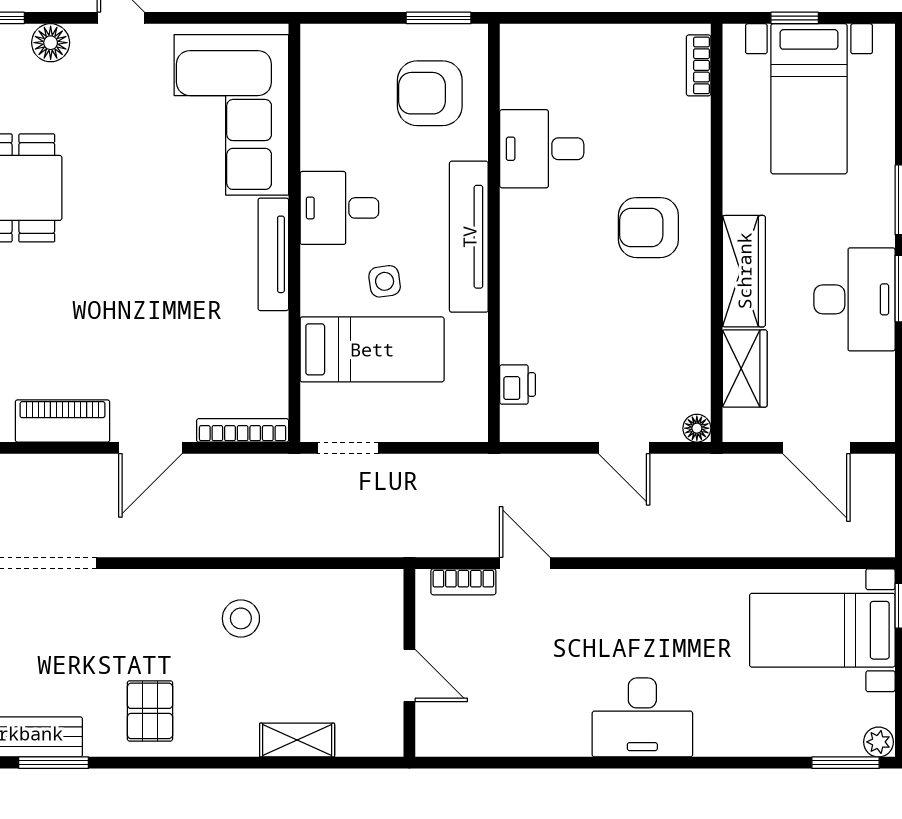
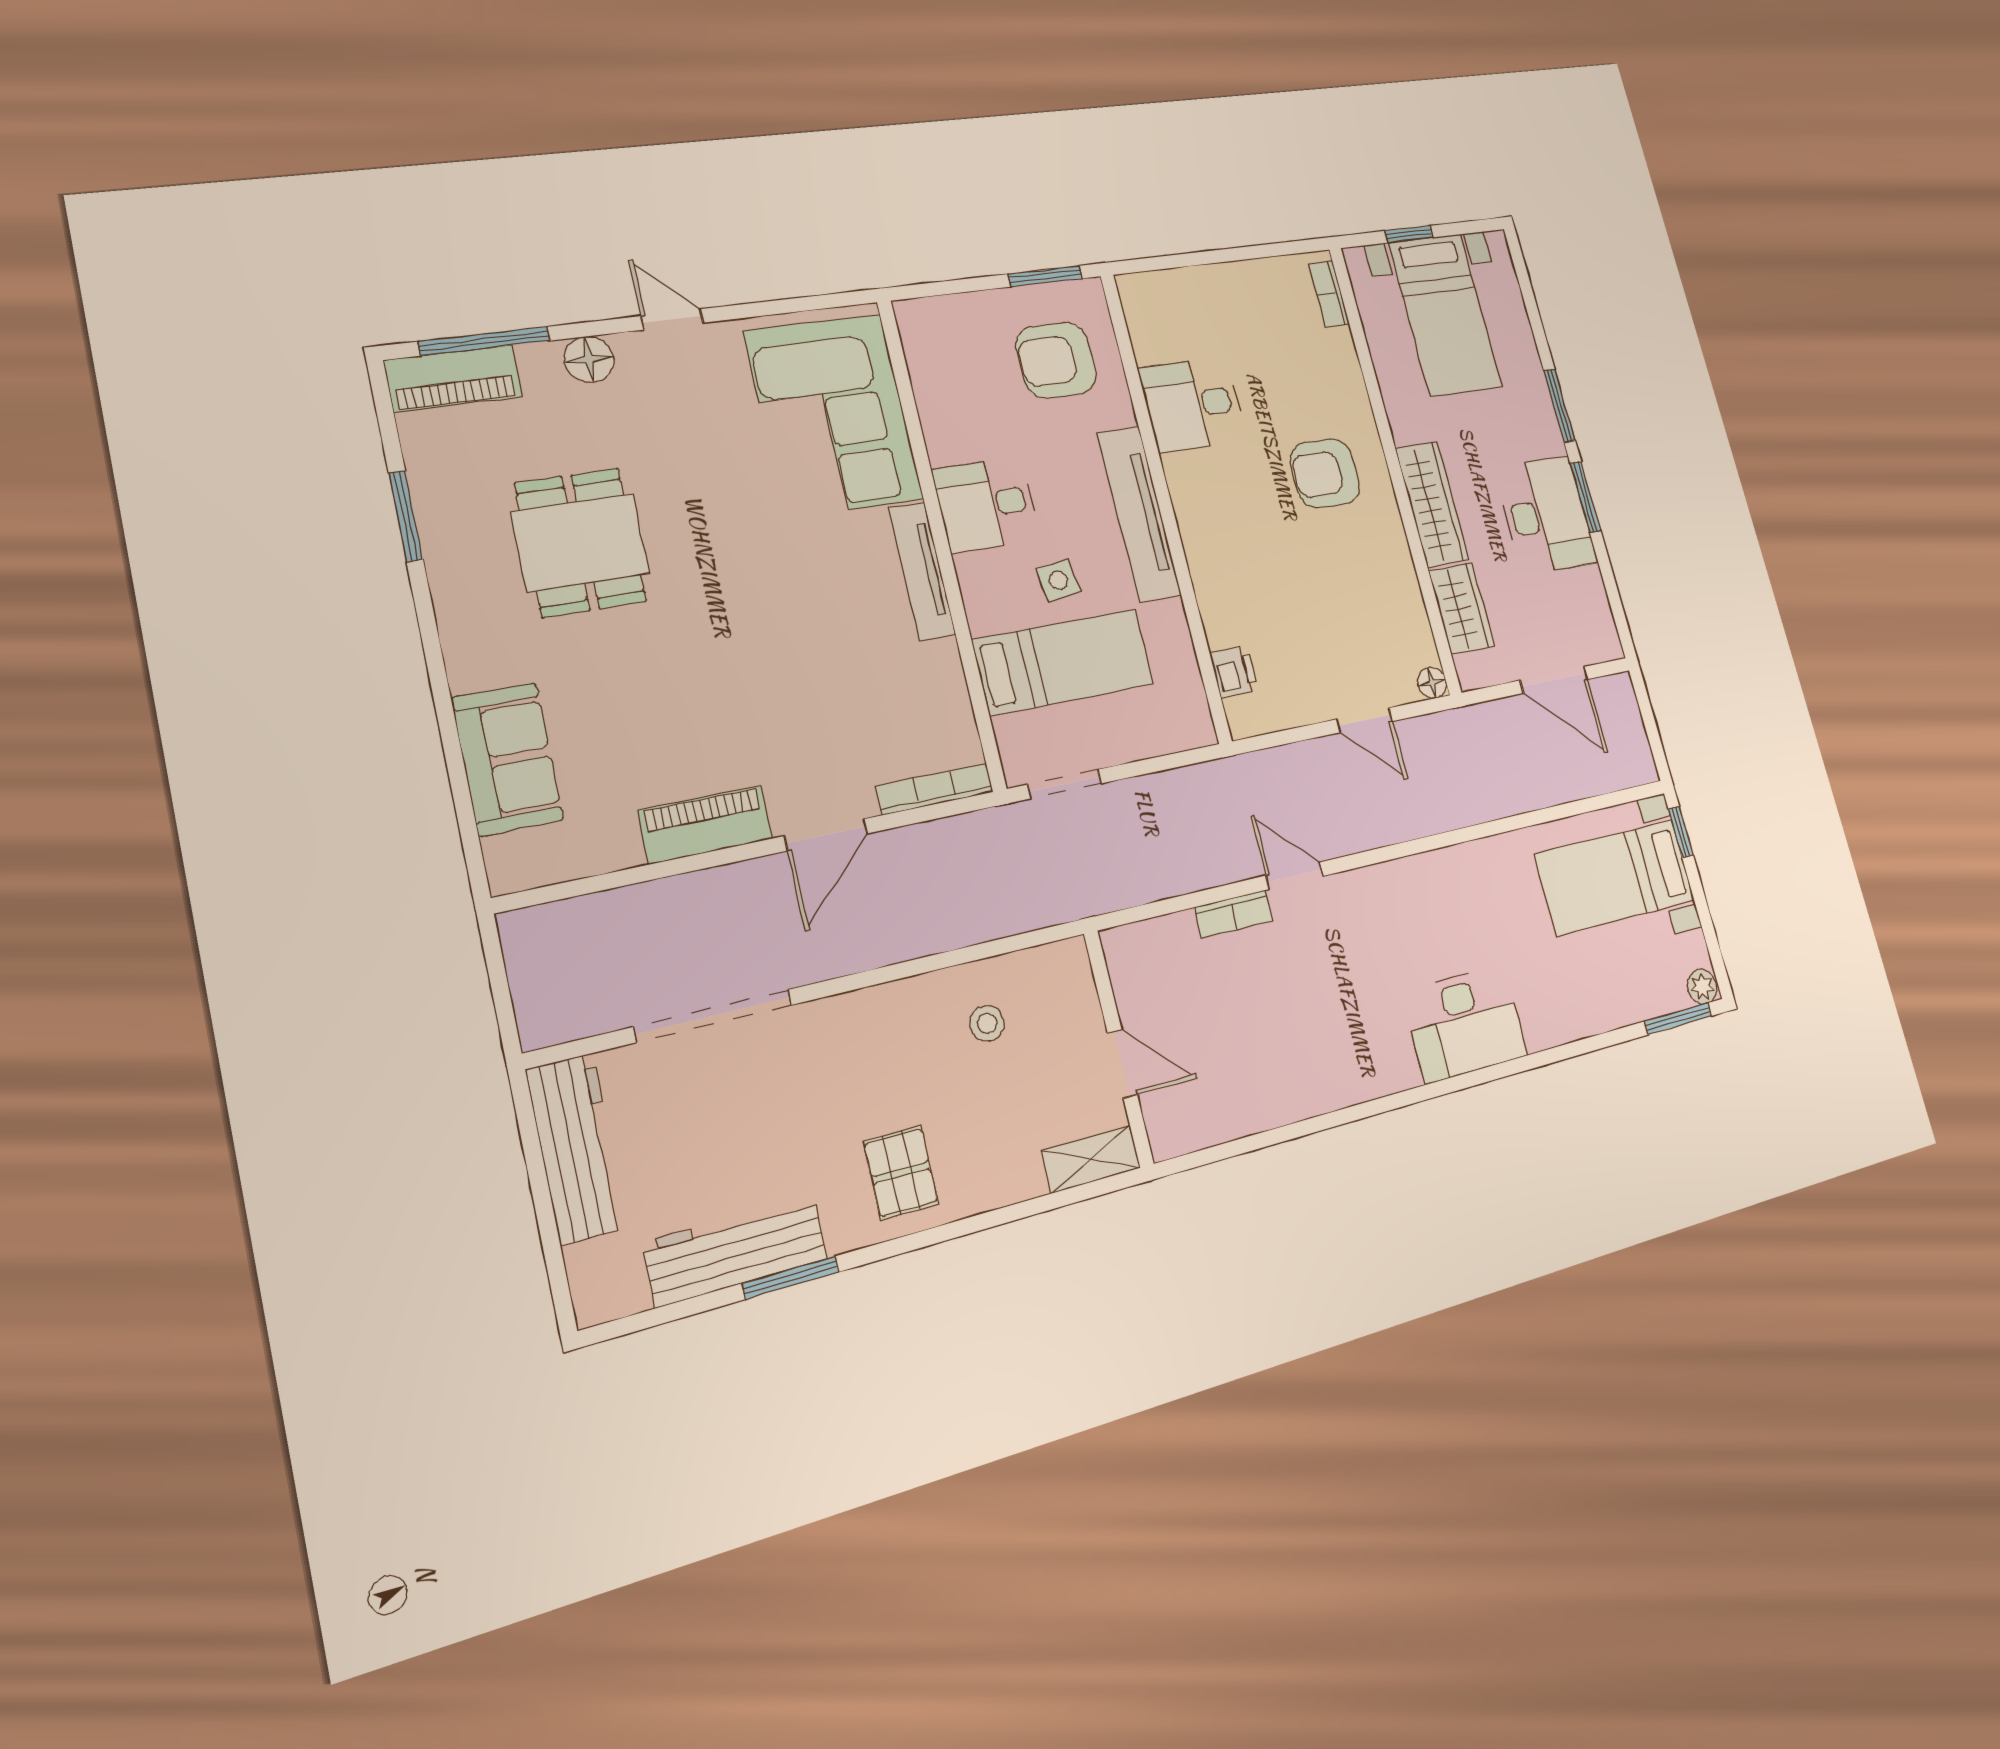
stool: (241, 618) -> (987, 1023), width x0.73, depth x0.73
wall: (409, 663) -> (1119, 1048), moved
door: (409, 675) -> (1122, 1064), moved

